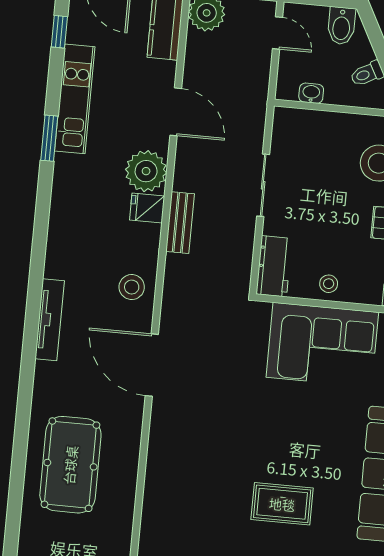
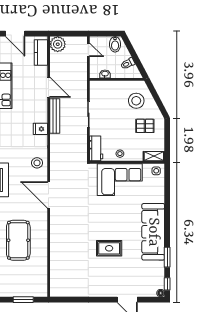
plant: (146, 171) -> (38, 113), removed
bench: (180, 223) -> (55, 116), moved, width x1.36

